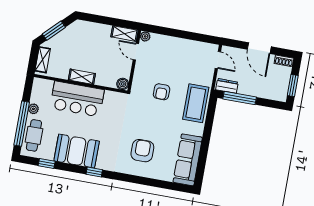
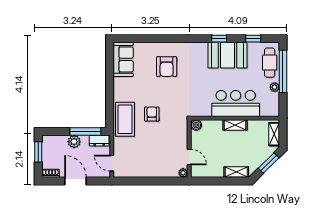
shelving: (125, 34) -> (236, 172), moved
plant: (253, 90) -> (74, 142), added
armchair: (162, 92) -> (152, 114), moved
sofa: (188, 160) -> (123, 59), width x0.73
window: (94, 172) -> (219, 39), moved

